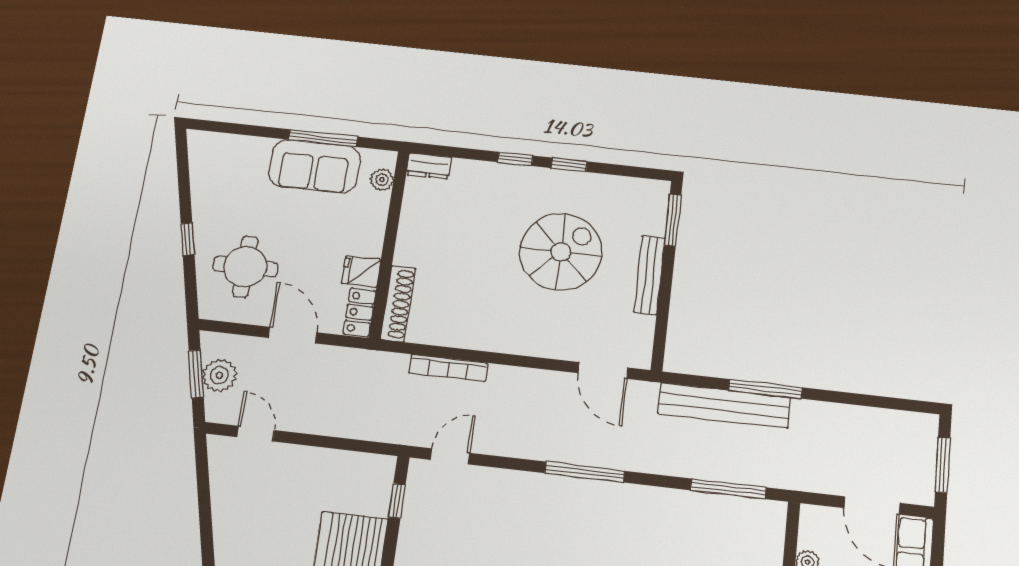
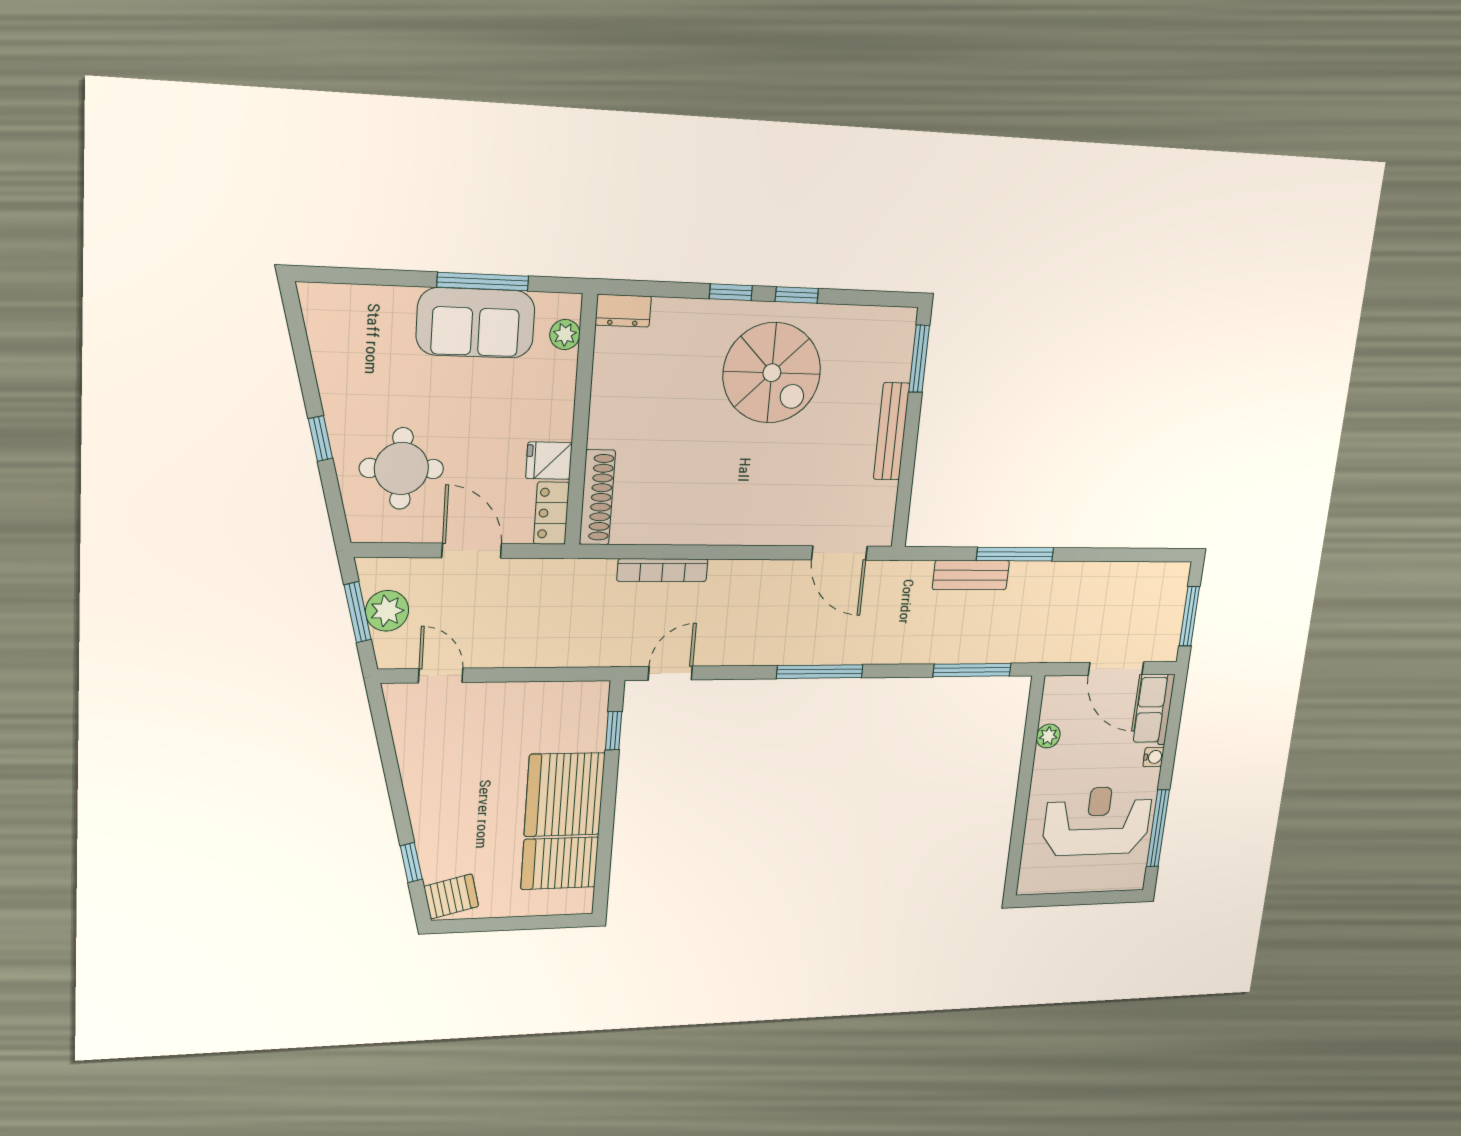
spiral stairs: (561, 252) -> (772, 373), moved, turned 90
bench: (724, 405) -> (971, 575), width x0.54, depth x0.82

